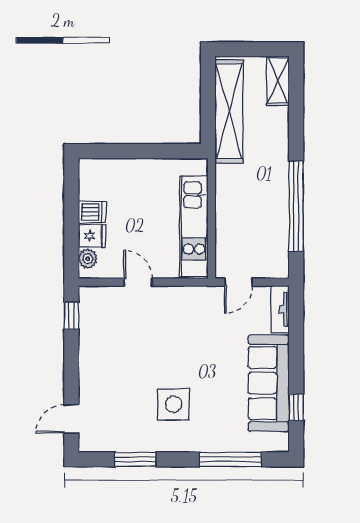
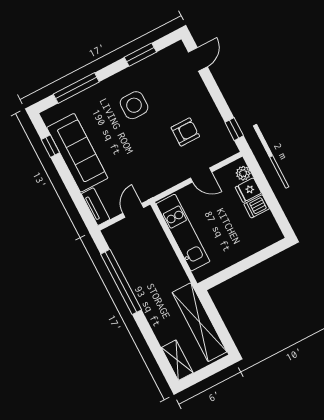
armchair: (130, 342) -> (185, 132), added

